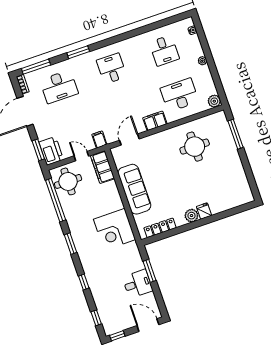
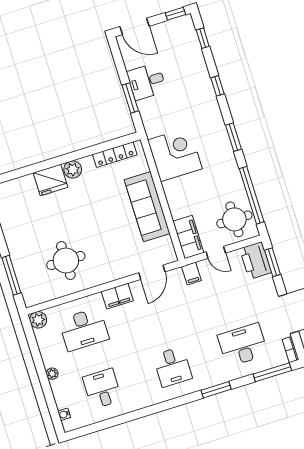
fridge: (204, 211) -> (50, 180), width x1.88, depth x1.34

